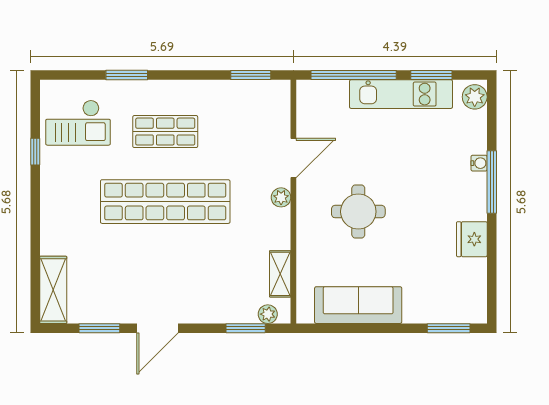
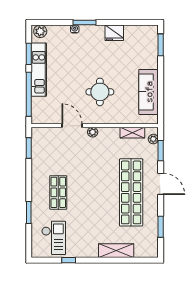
window: (492, 182) -> (84, 22), width x0.69
shop shelf: (165, 202) -> (131, 192), moved
shelving: (53, 290) -> (116, 251), moved
door: (157, 328) -> (161, 184), moved

